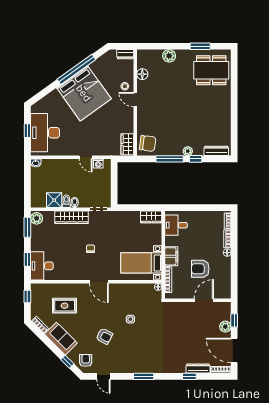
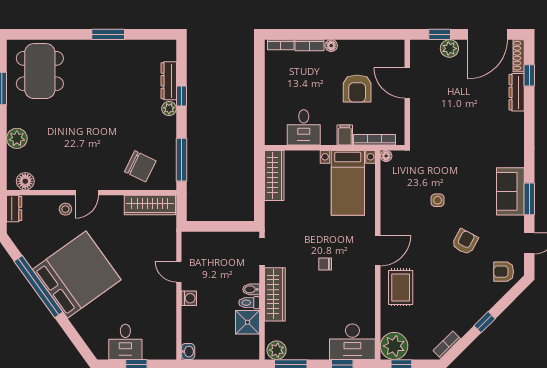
floor lamp: (142, 74) -> (25, 181), moved
window: (234, 113) -> (108, 34), added
desk: (45, 133) -> (125, 342), width x0.53, depth x0.77
chair: (148, 143) -> (140, 166), moved, turned 108
wardrobe: (127, 144) -> (150, 205), width x1.50
dresser: (216, 151) -> (169, 81), moved
door: (86, 157) -> (179, 272), swing flipped
window: (170, 159) -> (181, 160), moved
washing machine: (98, 164) -> (189, 298), moved
wardrobe: (151, 217) -> (274, 175), width x1.50
desk: (176, 225) -> (304, 127), moved
filing cabinet: (171, 256) -> (345, 135), width x0.50
plant: (39, 292) -> (394, 346), added
rug: (65, 306) -> (401, 287), moved
sofa: (61, 339) -> (510, 191), moved, turned -45
window: (67, 362) -> (485, 322), moved
window: (144, 376) -> (529, 199), moved
window: (189, 376) -> (529, 75), moved

